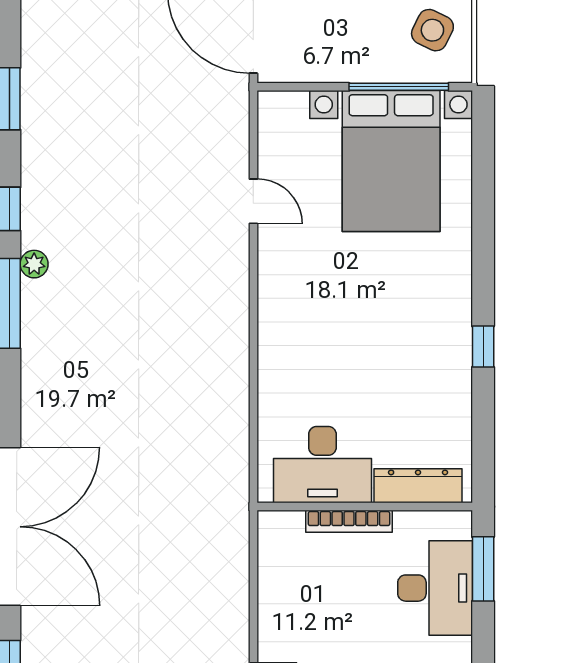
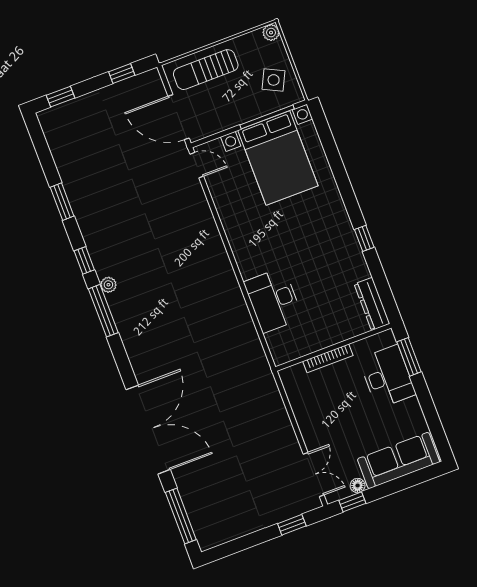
door: (253, 201) -> (197, 165), moved
desk: (322, 465) -> (273, 300), moved, turned 90
dresser: (418, 486) -> (372, 304), moved, turned -90

